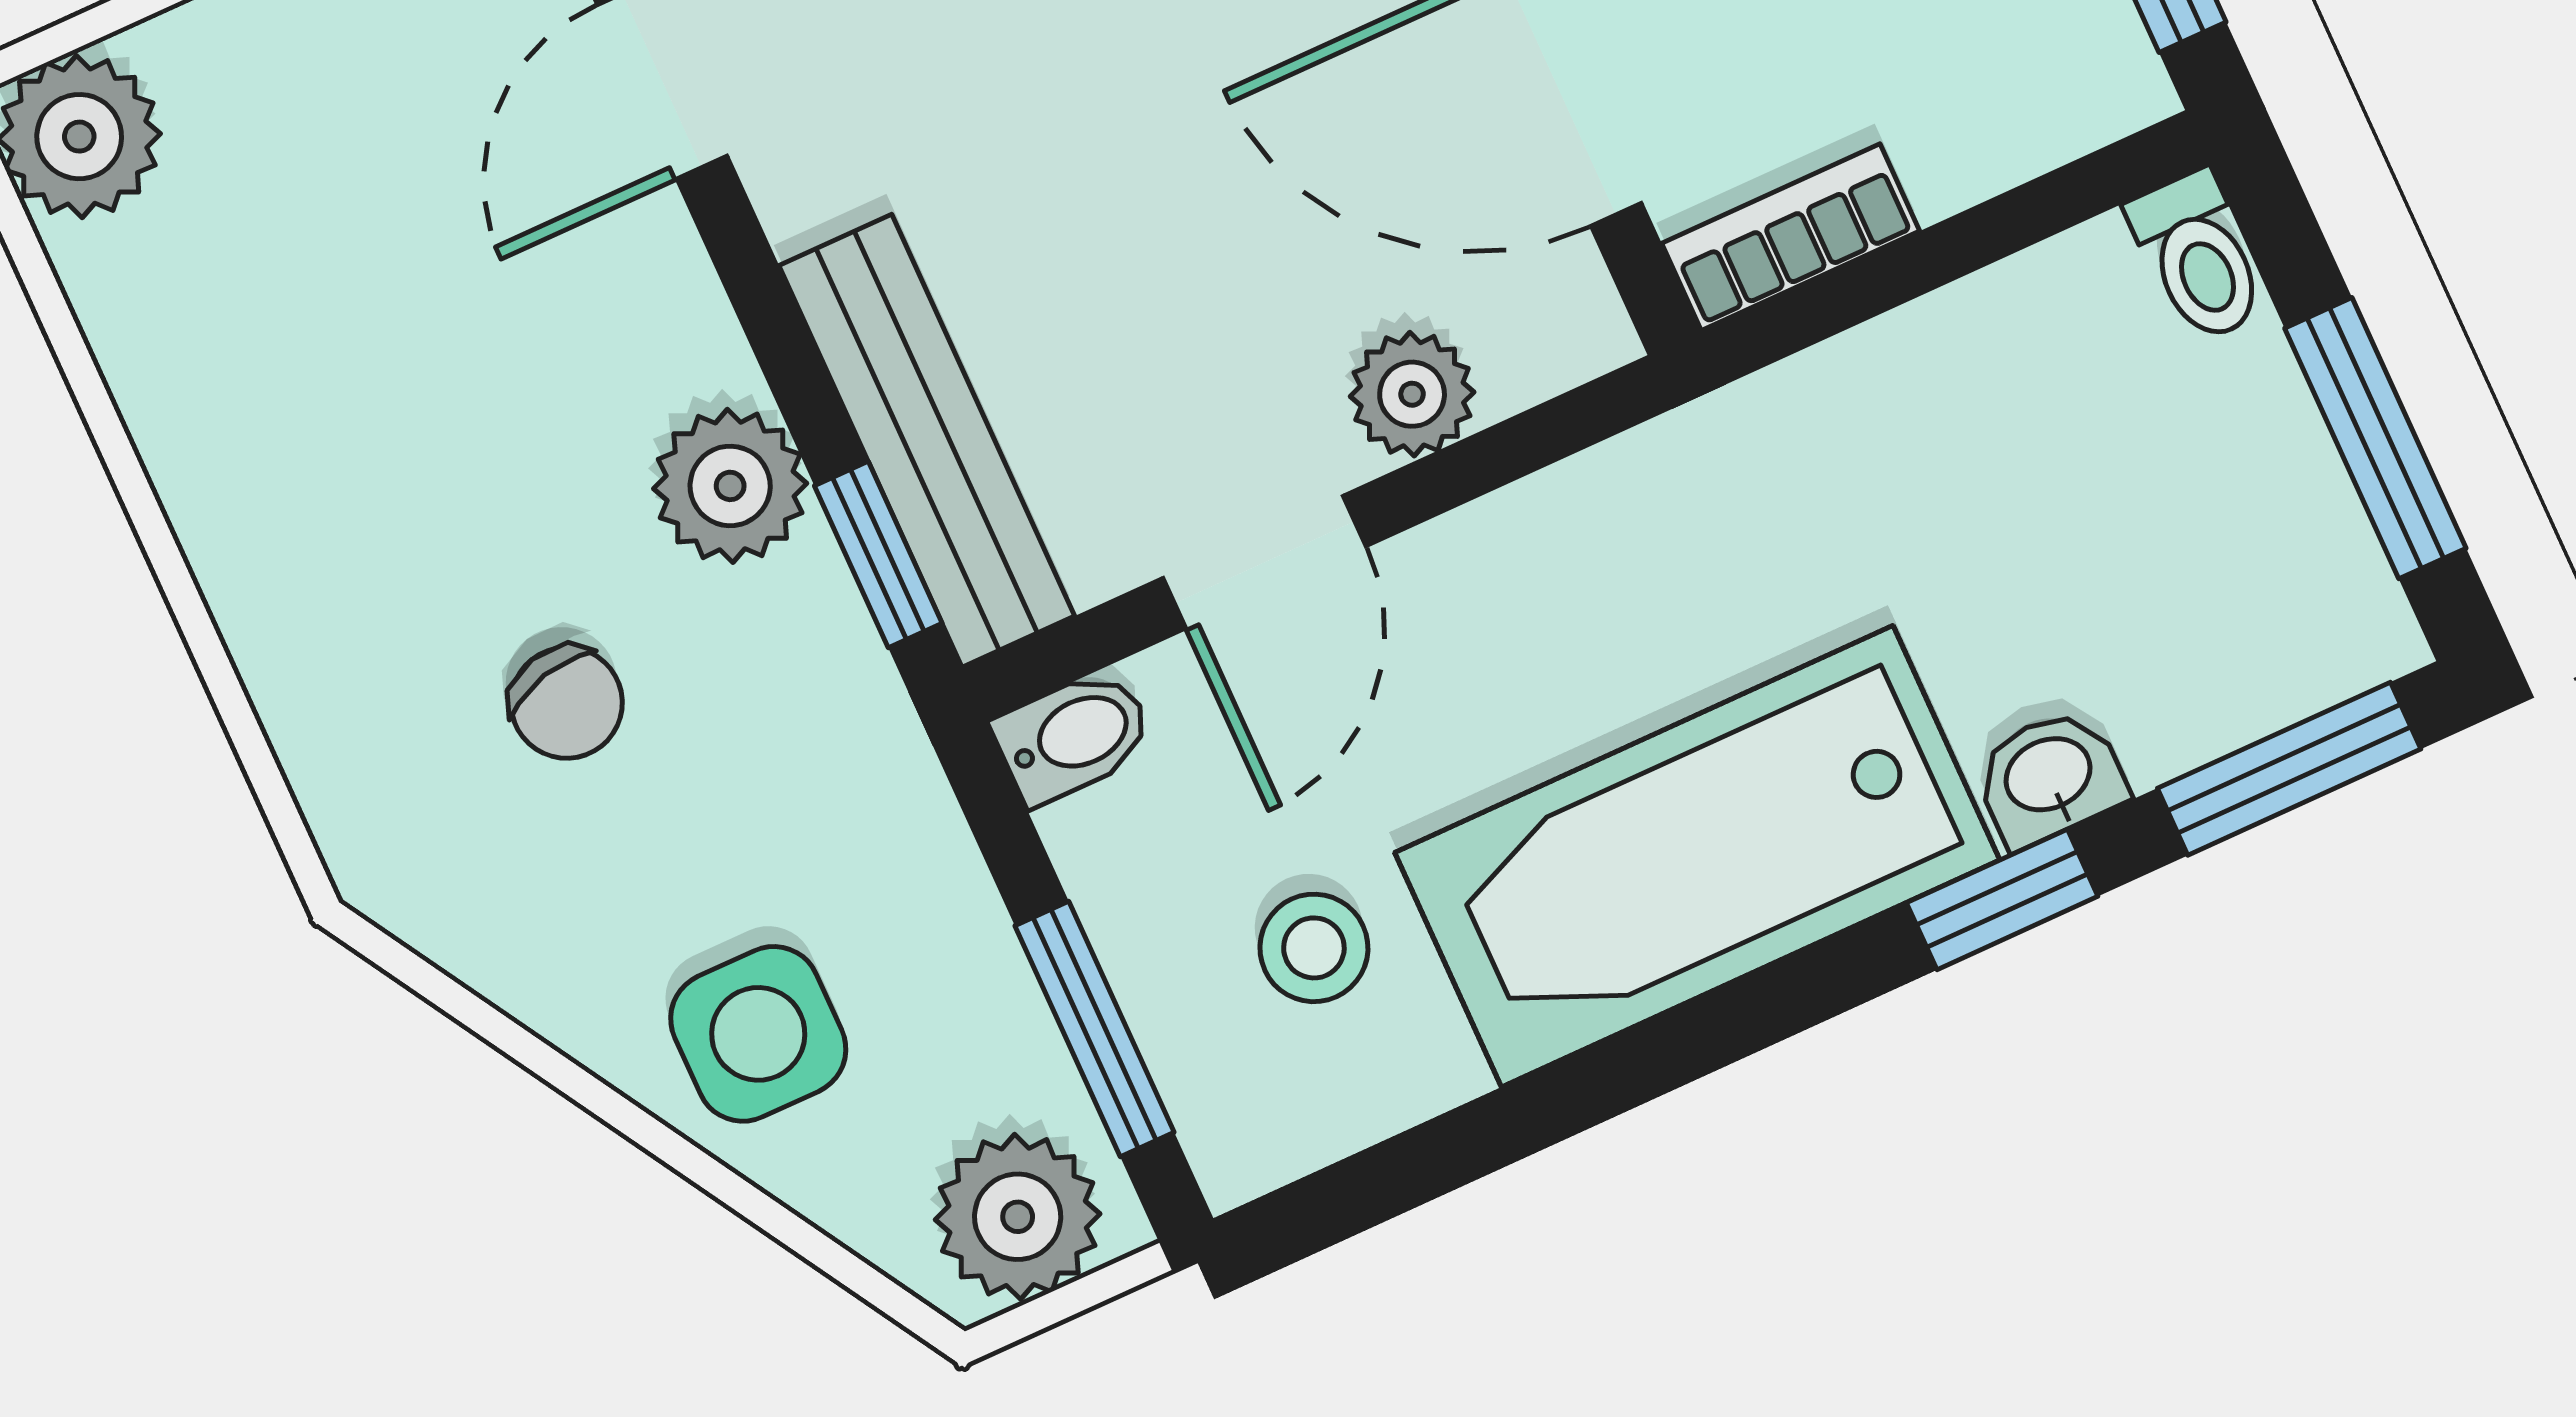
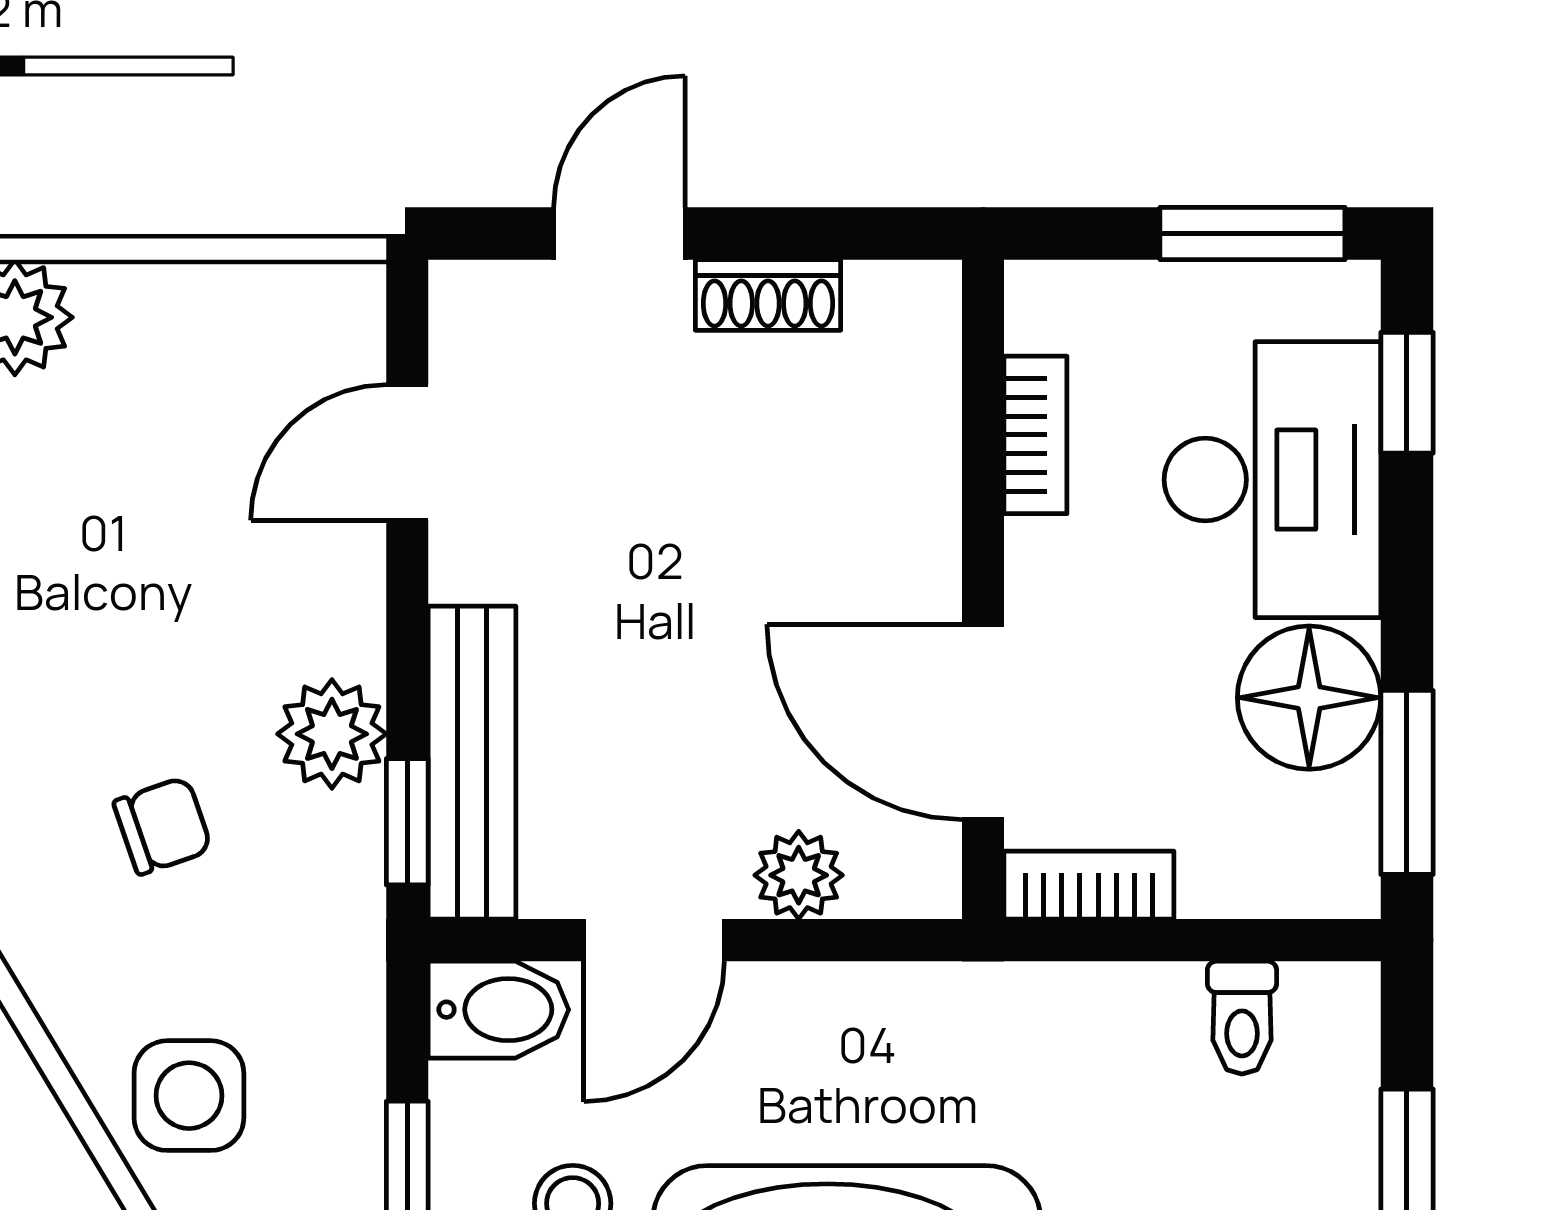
toilet: (2198, 257) -> (1242, 1018), moved
chair: (567, 703) -> (163, 826), turned -95
bidet: (1074, 736) -> (498, 1010), width x1.38, depth x1.36

